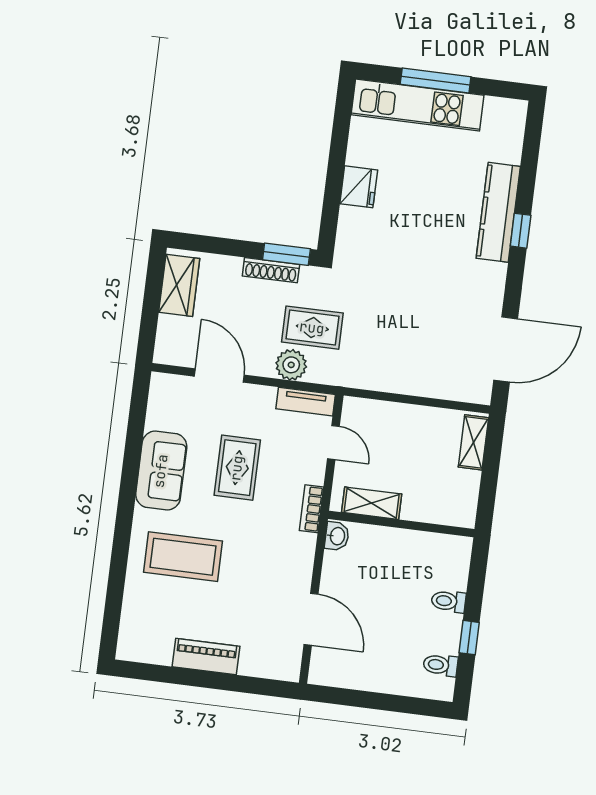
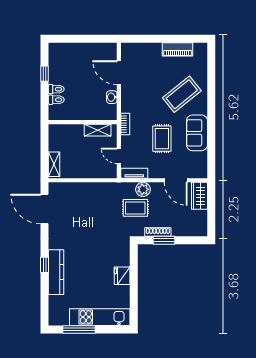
window: (436, 81) -> (79, 329), moved
window: (286, 254) -> (164, 240), moved
wardrobe: (179, 285) -> (199, 196), moved
door: (506, 349) -> (45, 209), hinge flipped
washbasin: (337, 536) -> (112, 97), moved
coffee table: (183, 557) -> (182, 94), turned -39
piano: (206, 656) -> (177, 49), moved
toilet: (440, 665) -> (56, 100), moved

